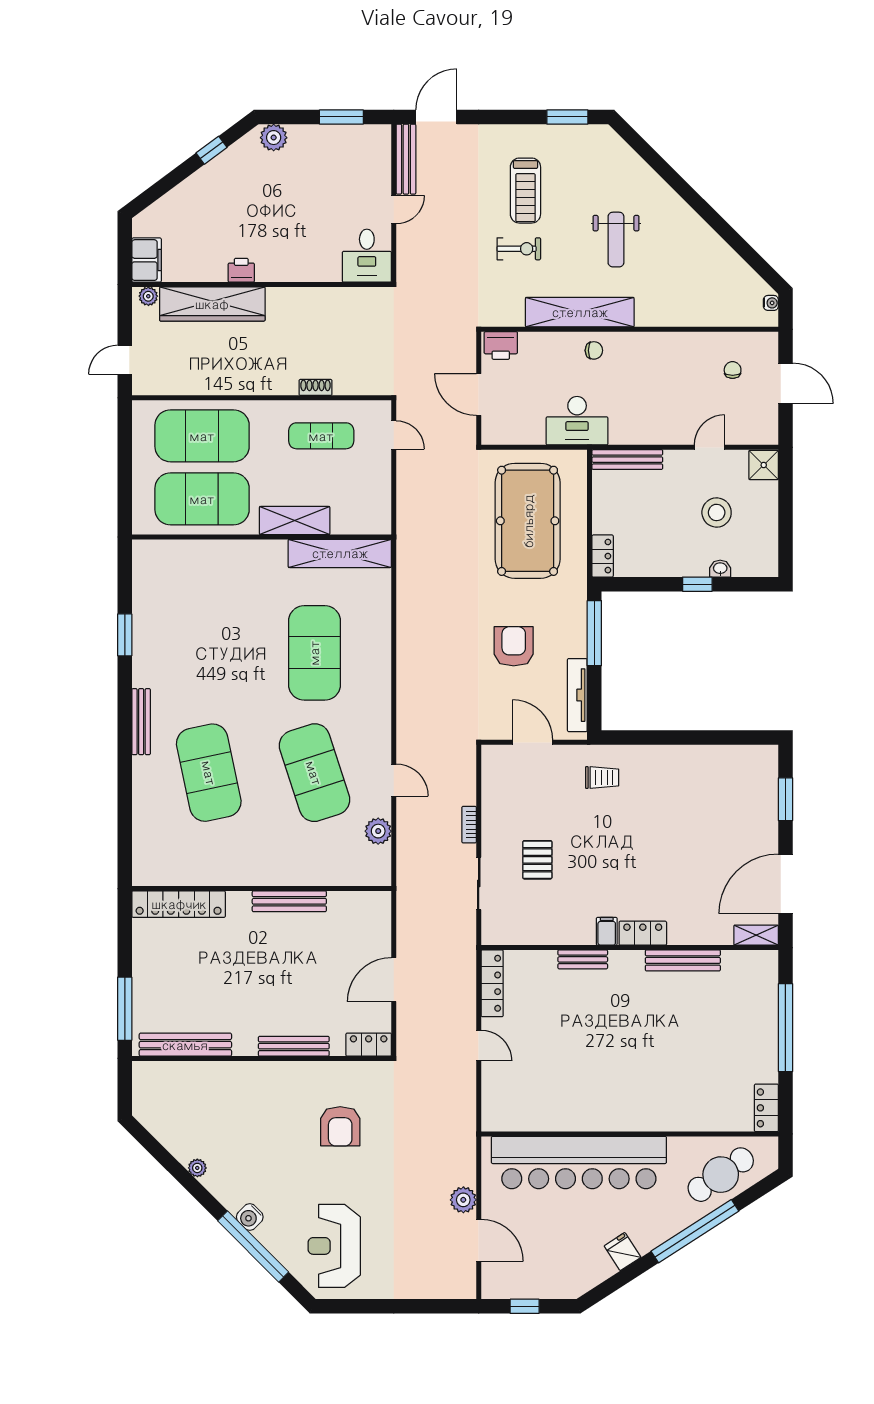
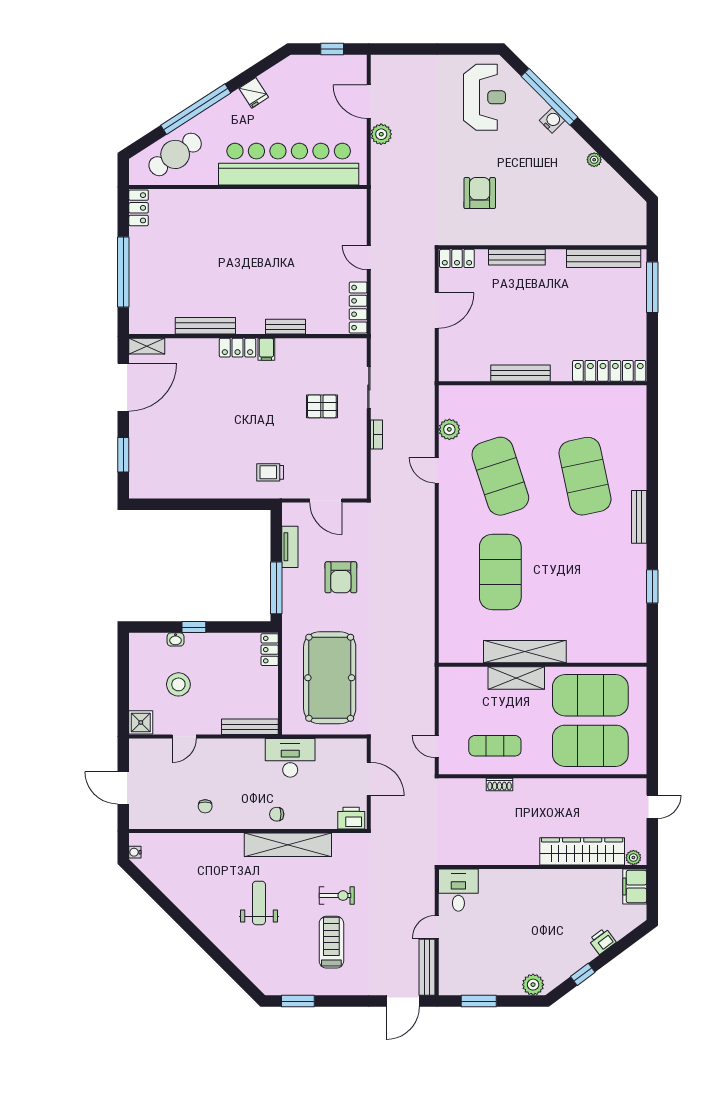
exercise bike: (519, 249) -> (337, 896), turned 180
printer: (241, 270) -> (602, 941), moved, turned 143
chair: (733, 370) -> (205, 806), moved
shelving: (340, 553) -> (525, 652), moved
tv unit: (577, 695) -> (290, 547), width x0.71
pallet: (537, 860) -> (322, 406), turned 90

